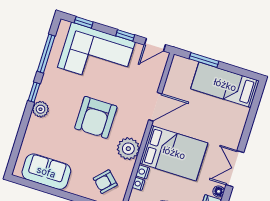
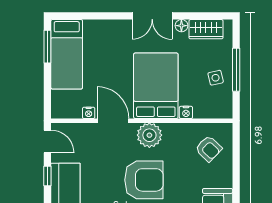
window: (204, 60) -> (47, 47), moved
plant: (128, 149) -> (149, 135), moved
nightstand: (138, 184) -> (89, 113), moved

